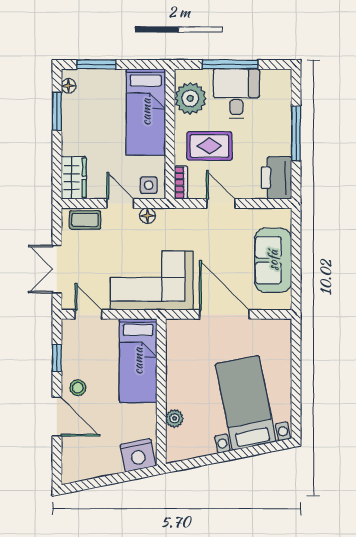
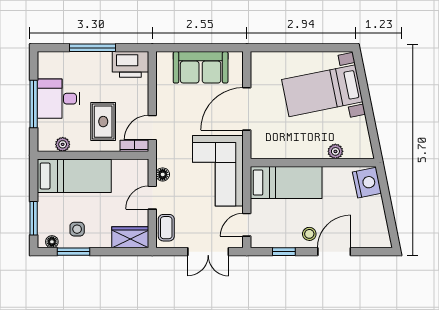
plant: (190, 98) -> (63, 144), width x0.53, depth x0.53
side table: (149, 185) -> (77, 229), moved
door: (221, 204) -> (152, 128), moved

